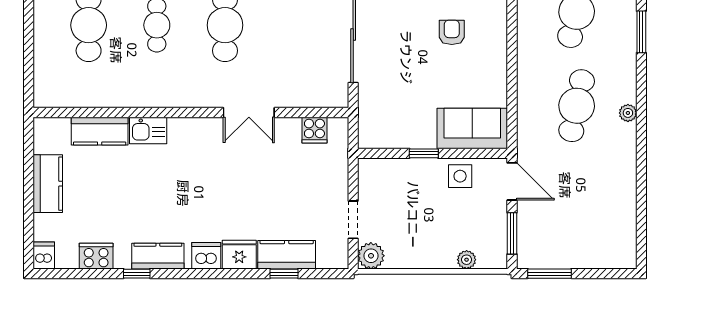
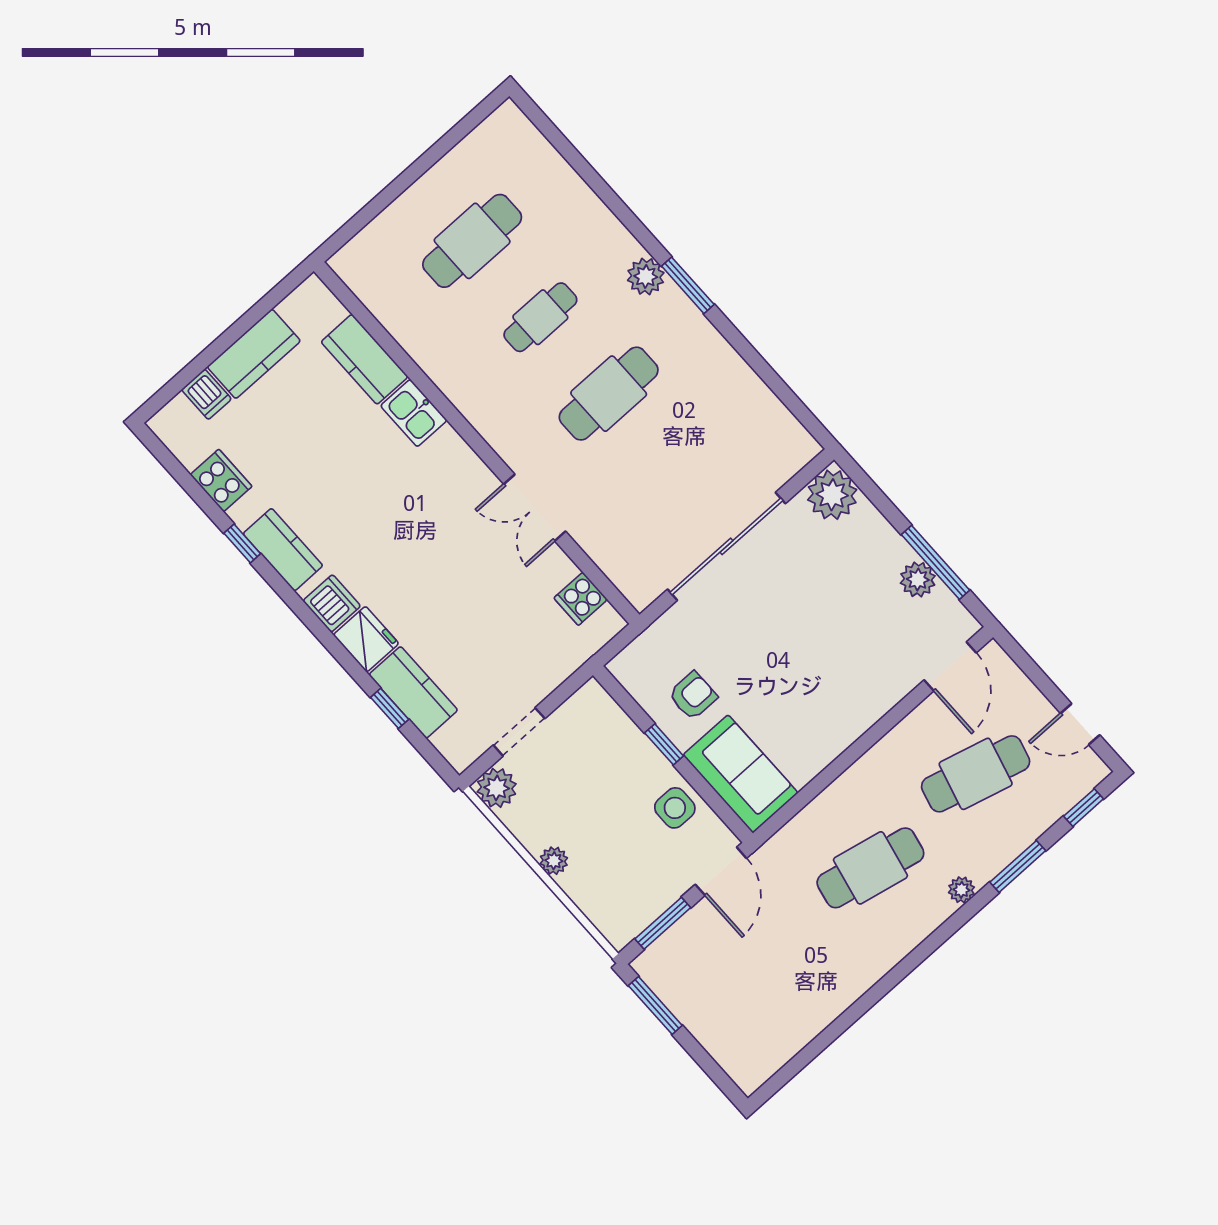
armchair: (452, 32) -> (693, 696), moved
plant: (628, 113) -> (961, 890), moved
dishwasher: (44, 255) -> (206, 394), moved, turned 90
plant: (467, 260) -> (554, 861), moved

